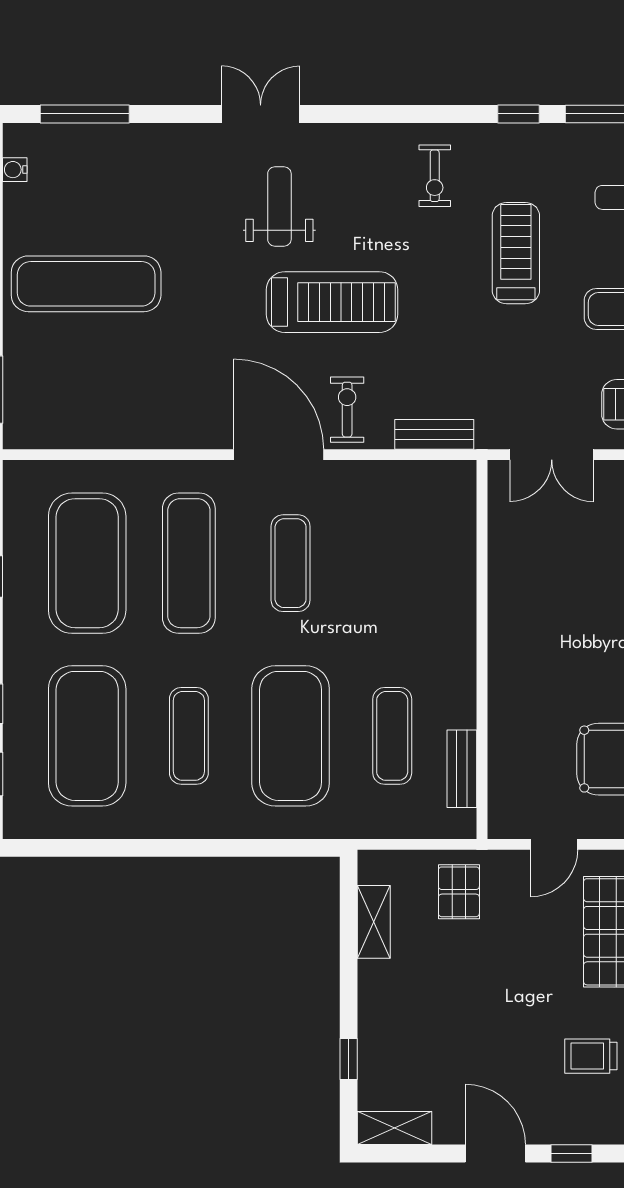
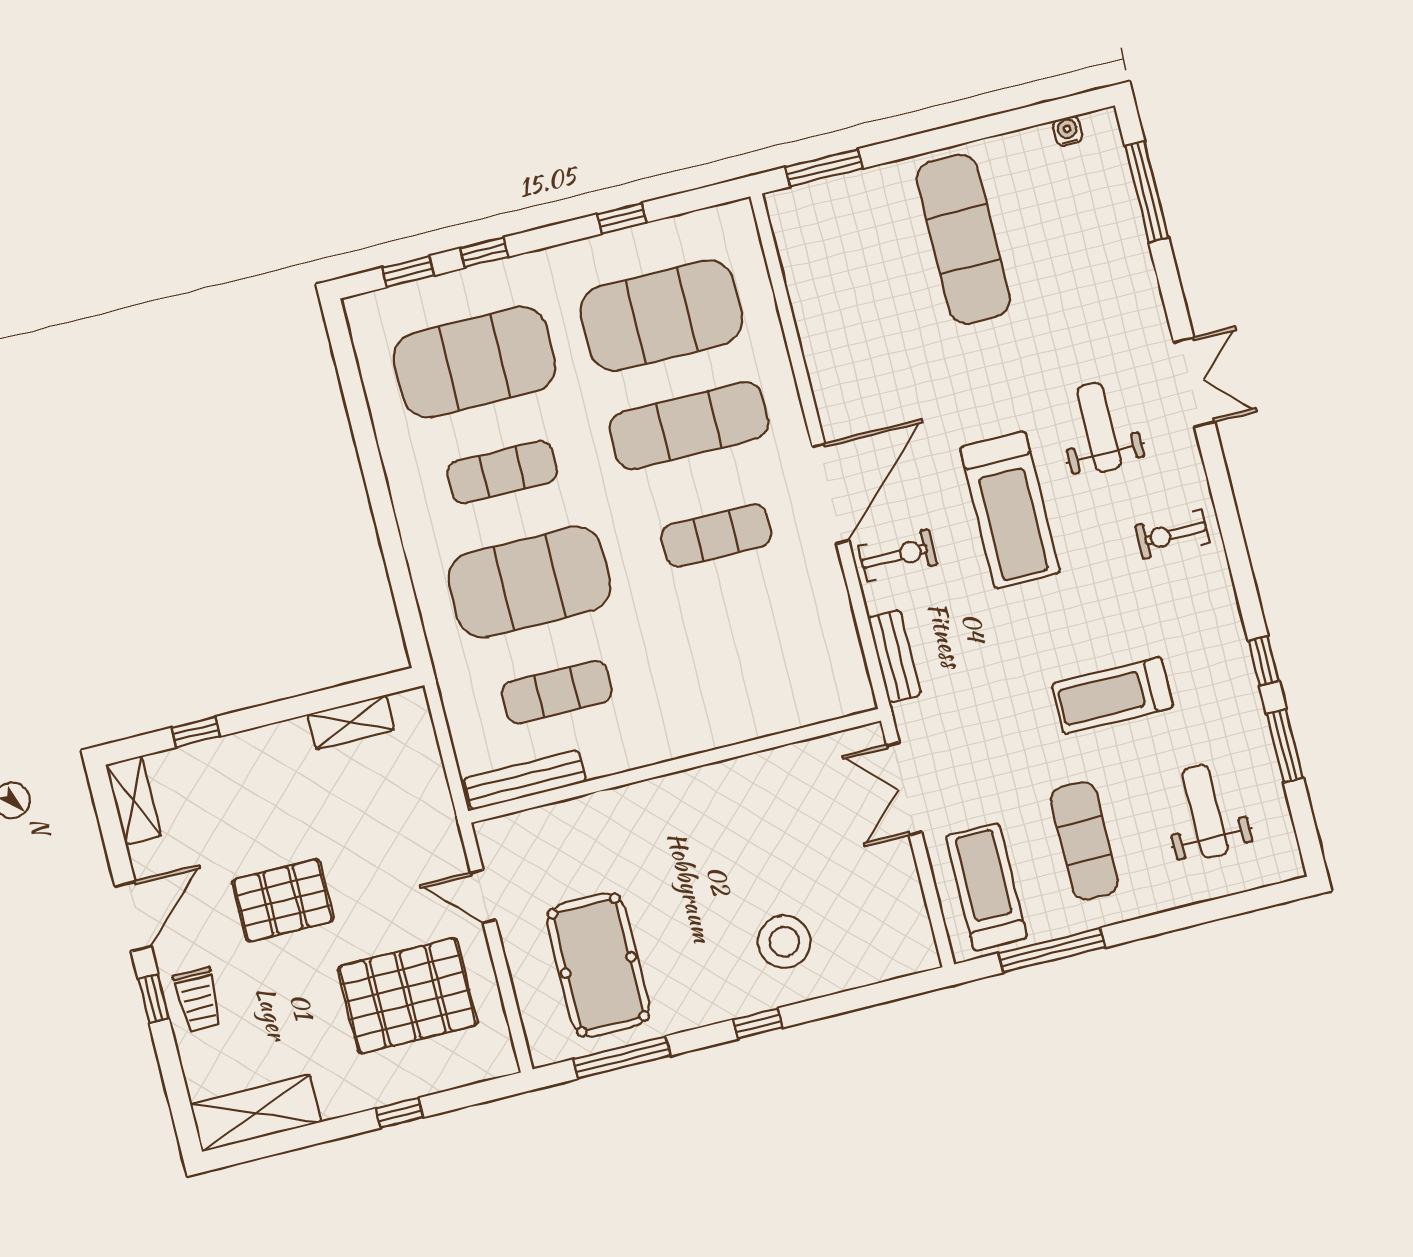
exercise bike: (435, 176) -> (1172, 534), moved
weight bench: (279, 207) -> (1099, 427), turned -90
treadmill: (516, 253) -> (1112, 696), turned 180
bench: (462, 769) -> (525, 780), width x1.36
pallet: (459, 892) -> (283, 900), moved, width x1.50, depth x1.42
trolley: (591, 1056) -> (198, 999), moved, turned 180

